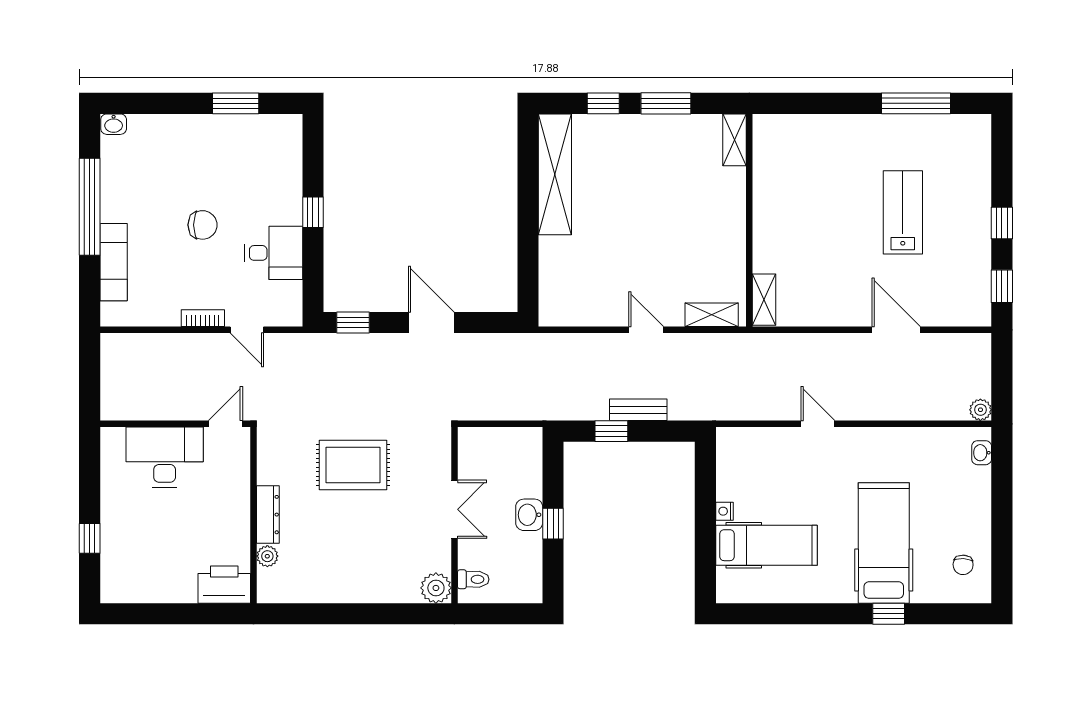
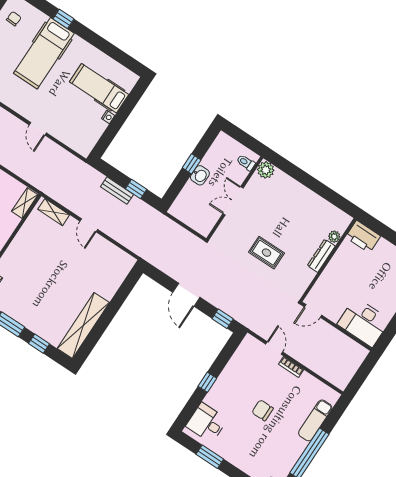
desk: (274, 253) -> (207, 423), moved
desk: (165, 457) -> (364, 322), moved
rug: (353, 465) -> (266, 253), width x0.73, depth x0.70

